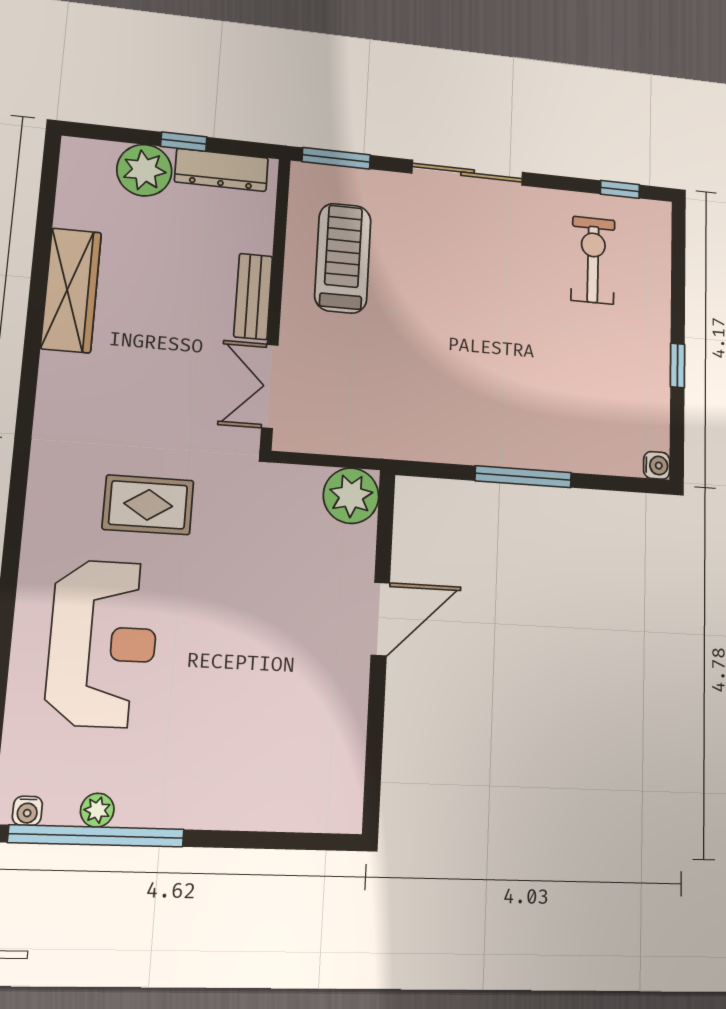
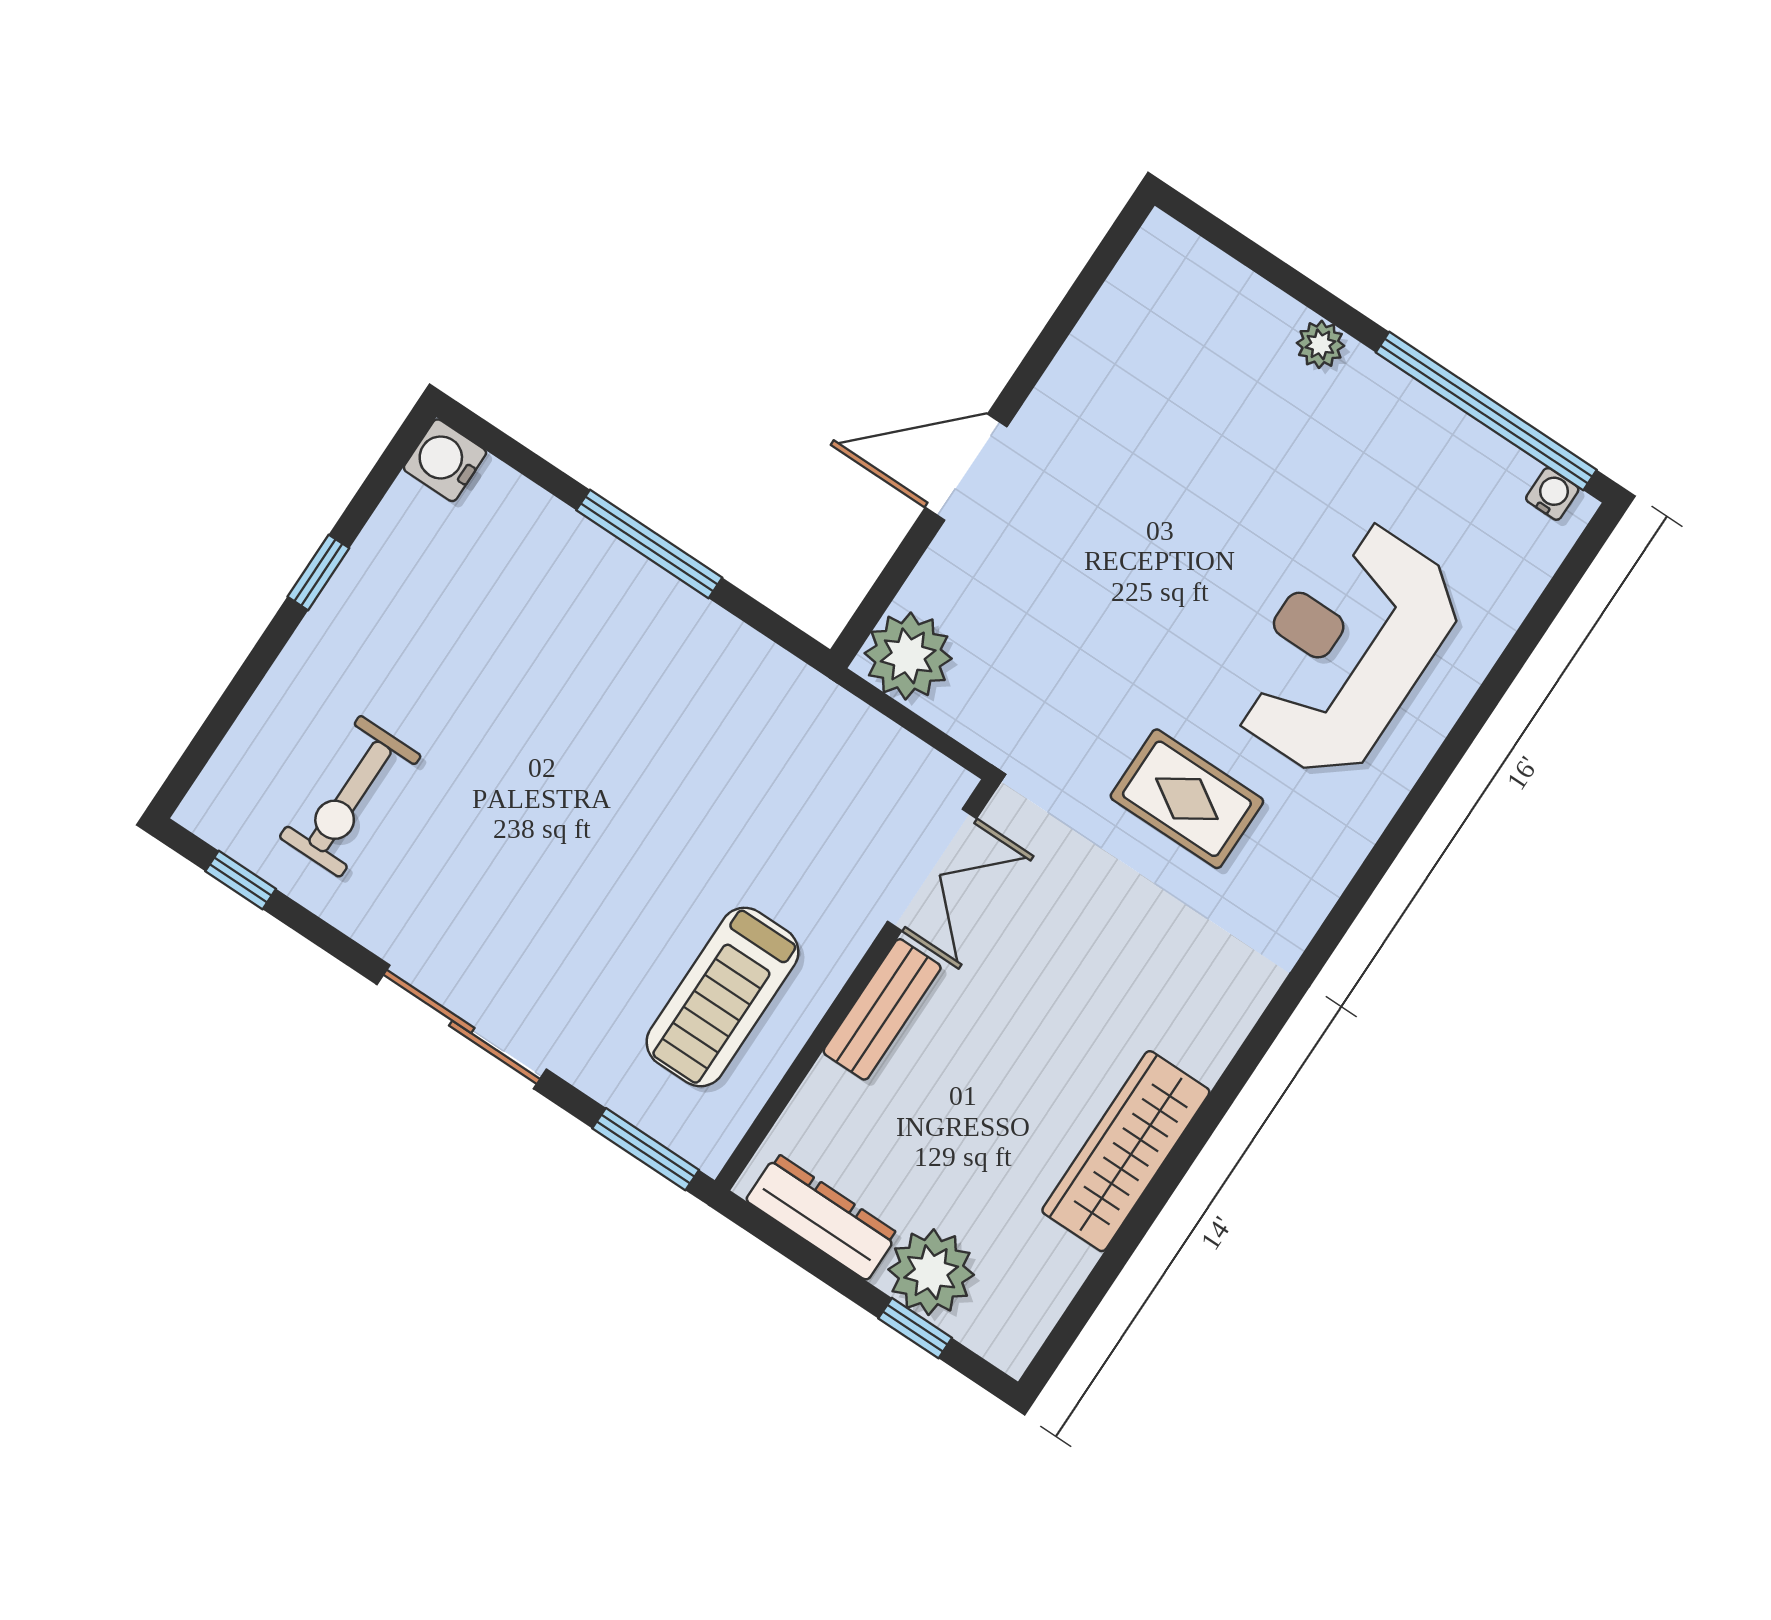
window: (184, 142) -> (915, 1328), moved
water cooler: (657, 465) -> (445, 460), width x1.38, depth x1.38
plant: (97, 810) -> (1320, 344), moved

